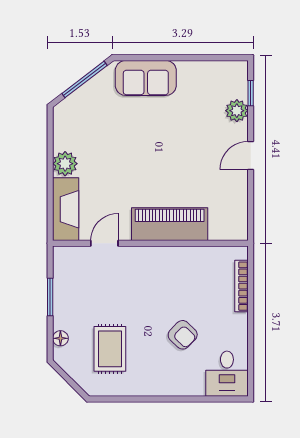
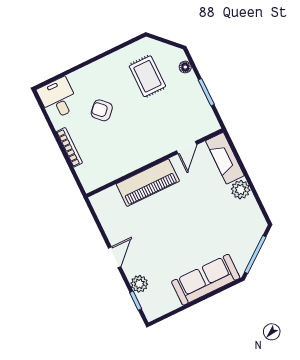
sofa: (146, 78) -> (206, 280), width x1.36
bookcase: (241, 286) -> (69, 147), moved

